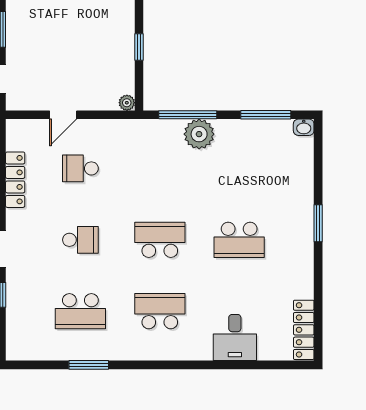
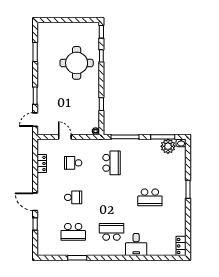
door: (63, 115) -> (65, 137), swing flipped
plant: (199, 134) -> (168, 146), moved
locker: (15, 180) -> (42, 163), width x0.66
school desk: (160, 240) -> (112, 163), moved, turned 90
locker: (304, 330) -> (181, 246), width x0.66
desk: (235, 337) -> (136, 245), moved

